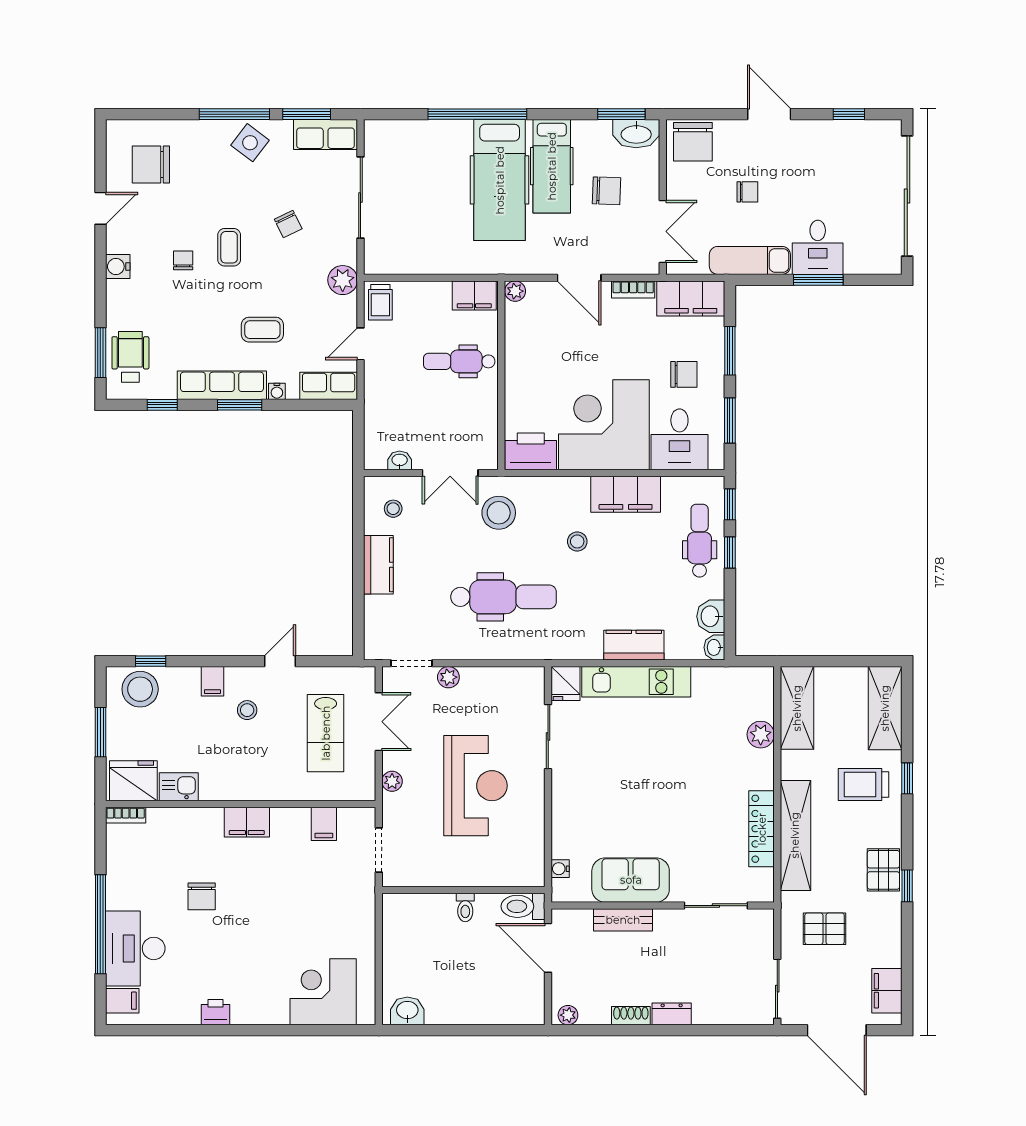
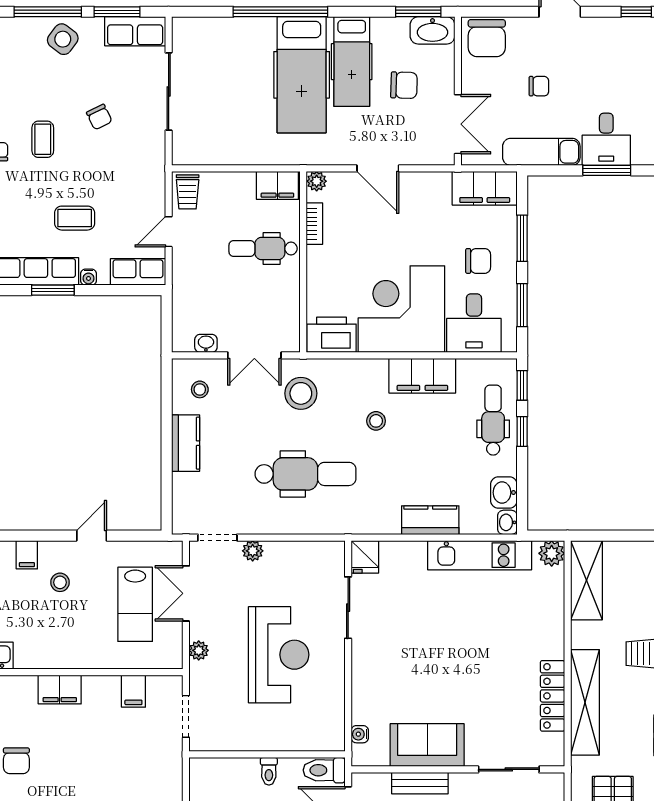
plant: (343, 280) -> (151, 171), removed
bookcase: (633, 289) -> (314, 224), moved, turned -90
kitchen unit: (636, 682) -> (480, 555), moved
double door: (379, 722) -> (186, 593), swing flipped
plant: (761, 735) -> (552, 553), moved

